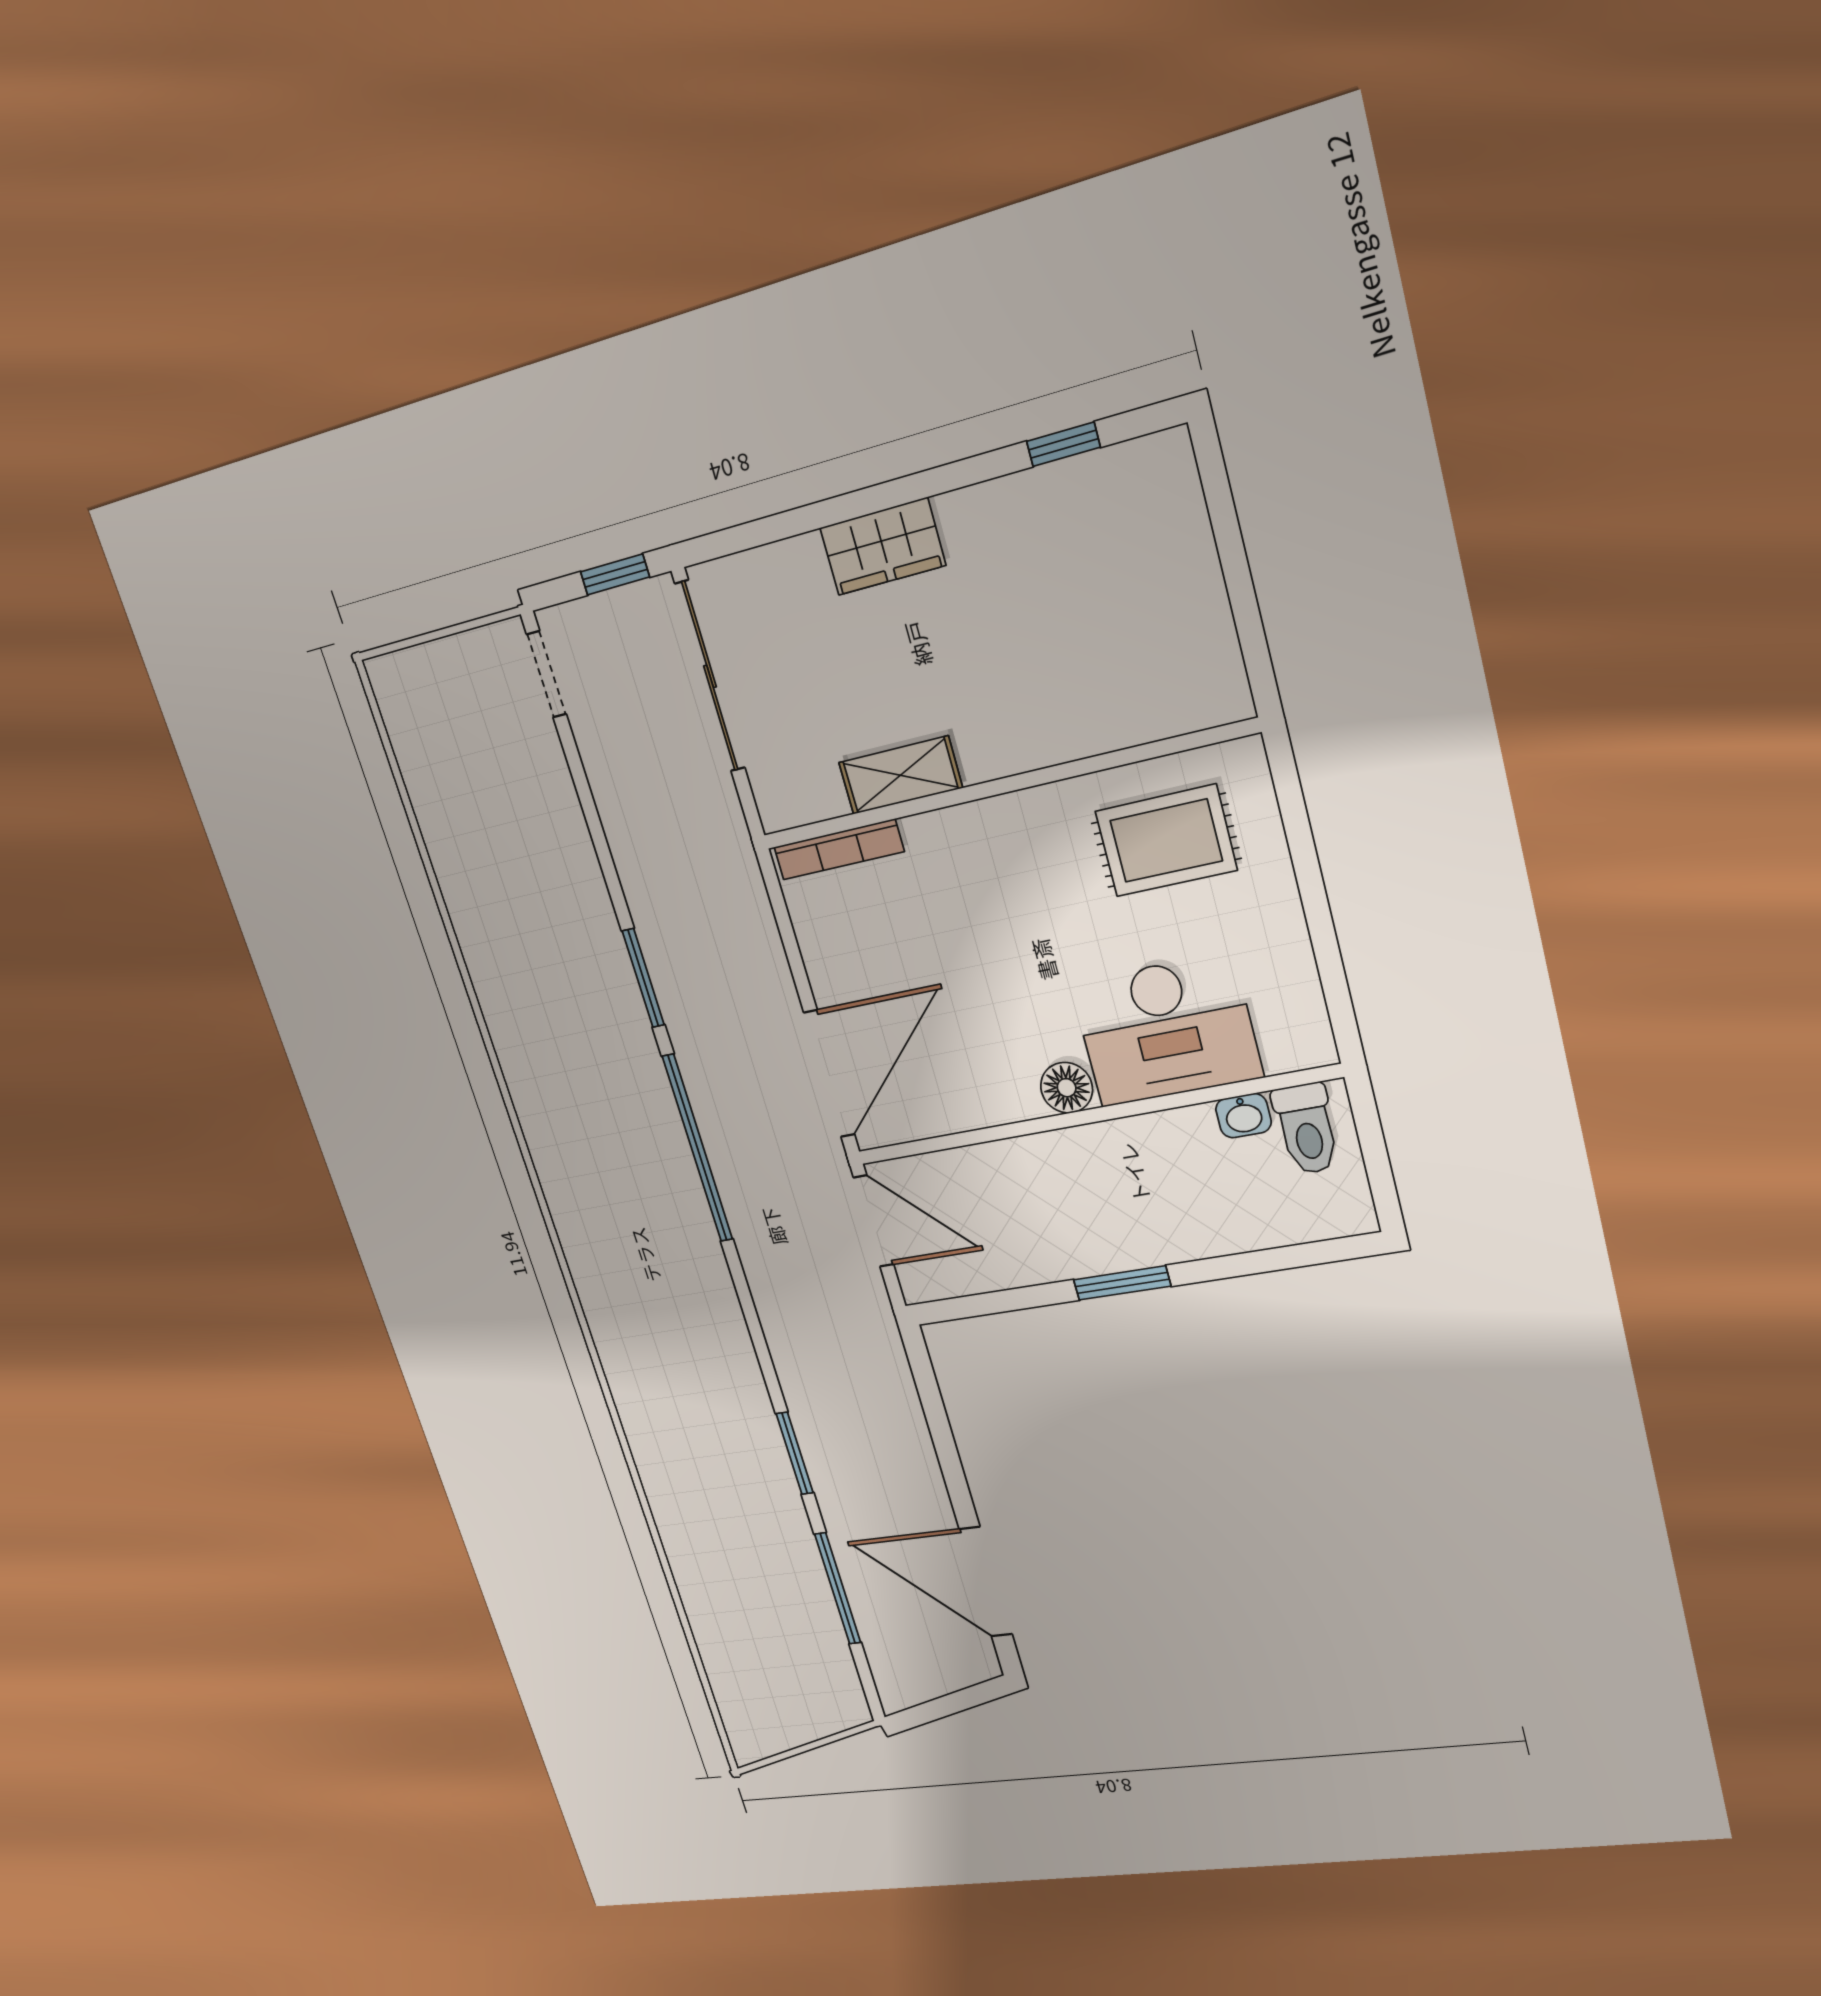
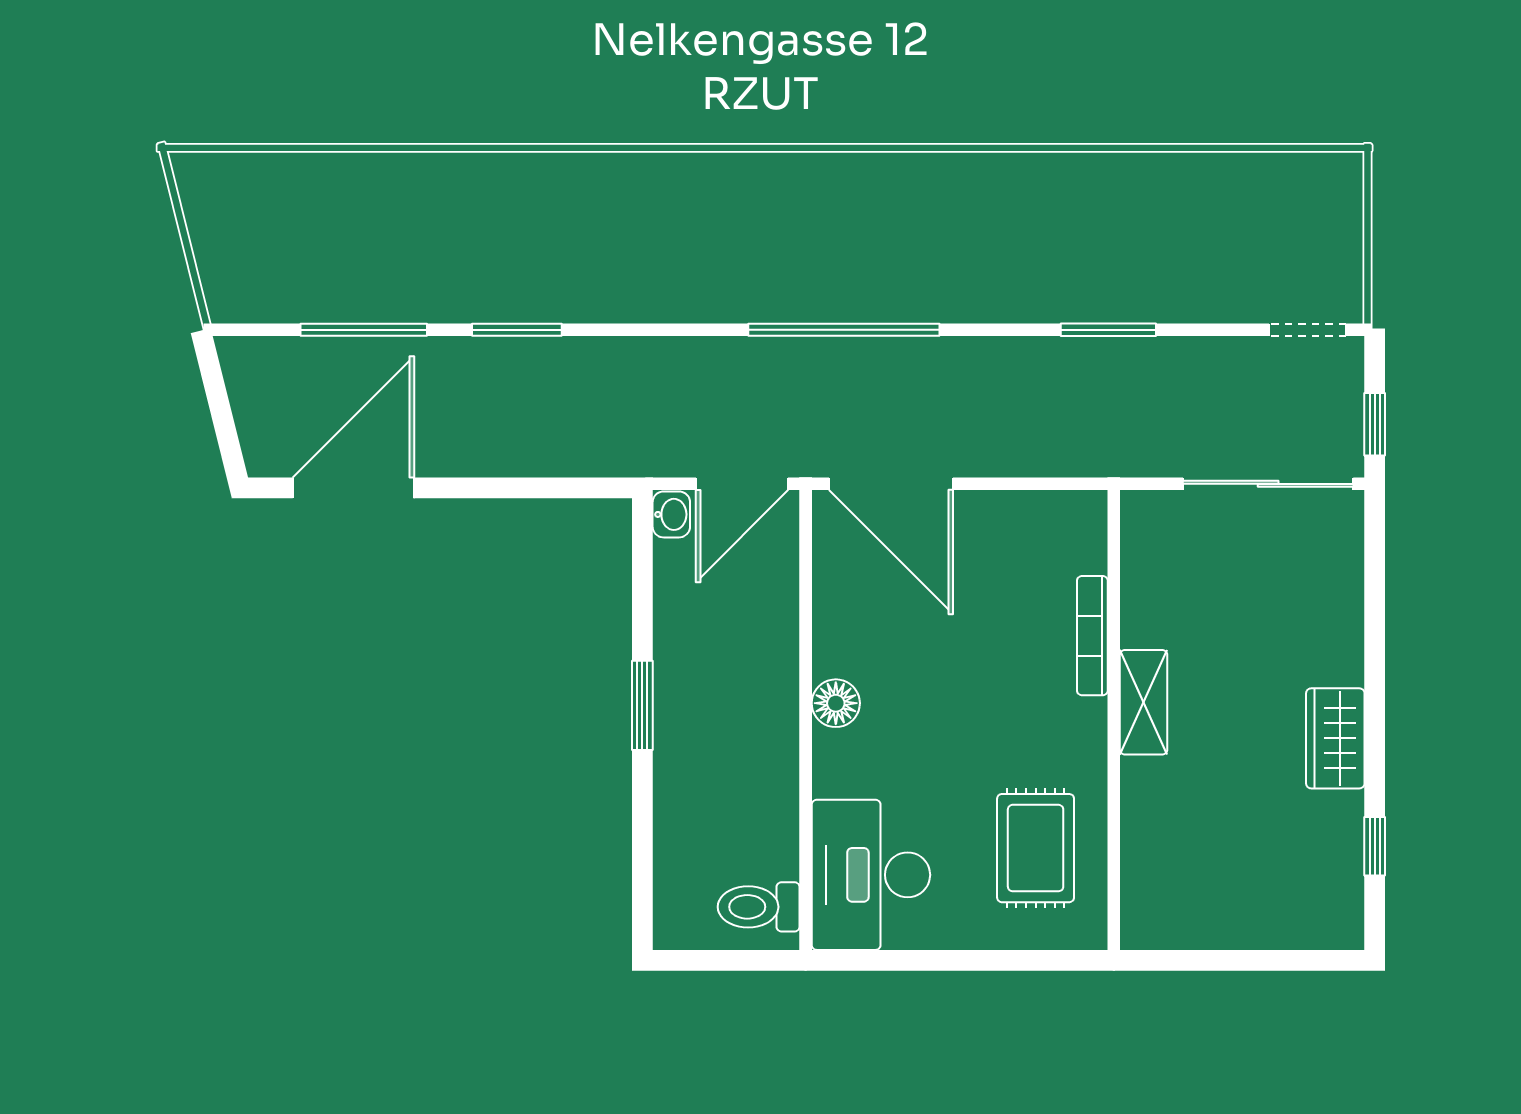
wardrobe: (883, 547) -> (1335, 738), moved
shelving: (900, 775) -> (1144, 702), moved
bookcase: (839, 849) -> (1092, 636), moved
window: (643, 978) -> (1108, 330), moved
desk: (1167, 1030) -> (871, 875), moved
washbasin: (1243, 1116) -> (671, 514), moved, turned 180

